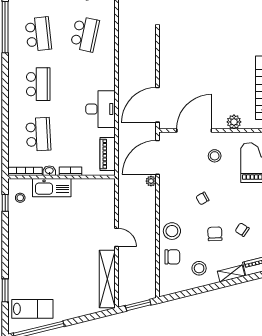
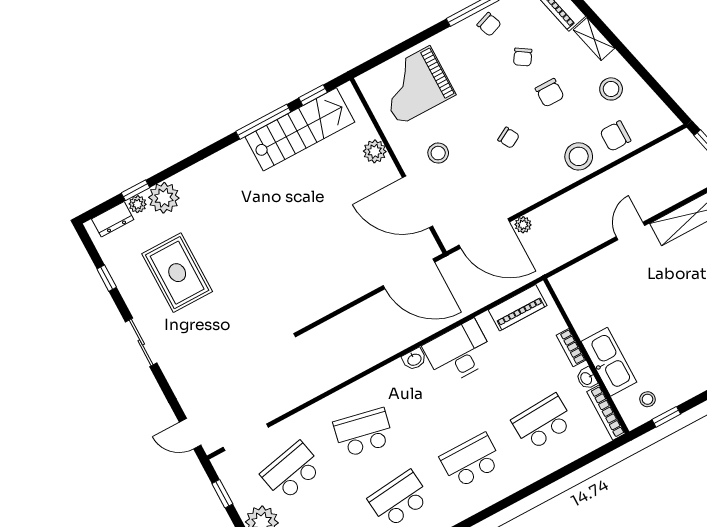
washbasin: (110, 83) -> (414, 359), added
chair: (215, 234) -> (550, 93), turned -87
chair: (172, 257) -> (615, 136), turned -90

